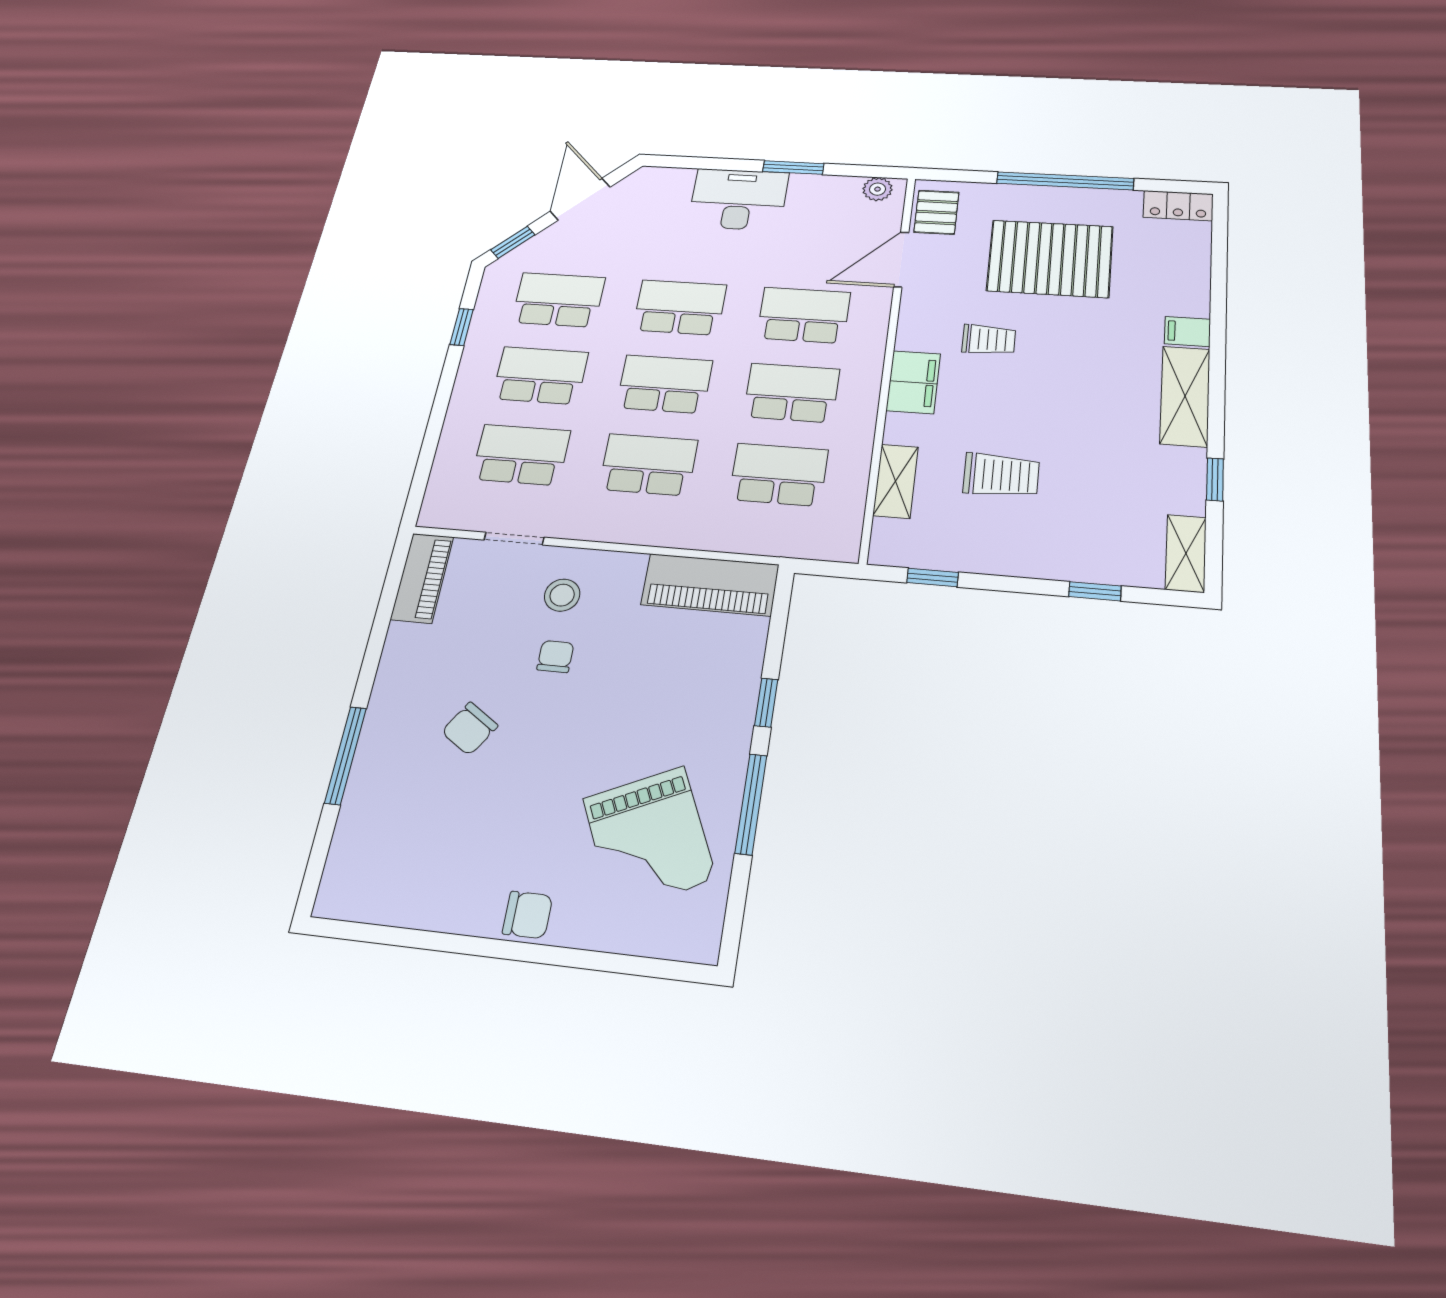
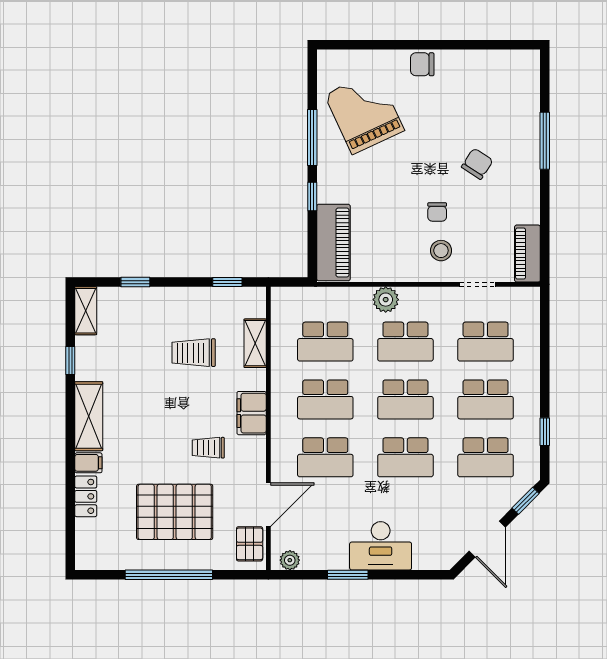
locker: (1178, 206) -> (86, 496), moved, turned 90
plant: (669, 528) -> (386, 300), added
piano: (710, 585) -> (333, 243), moved, turned 90

